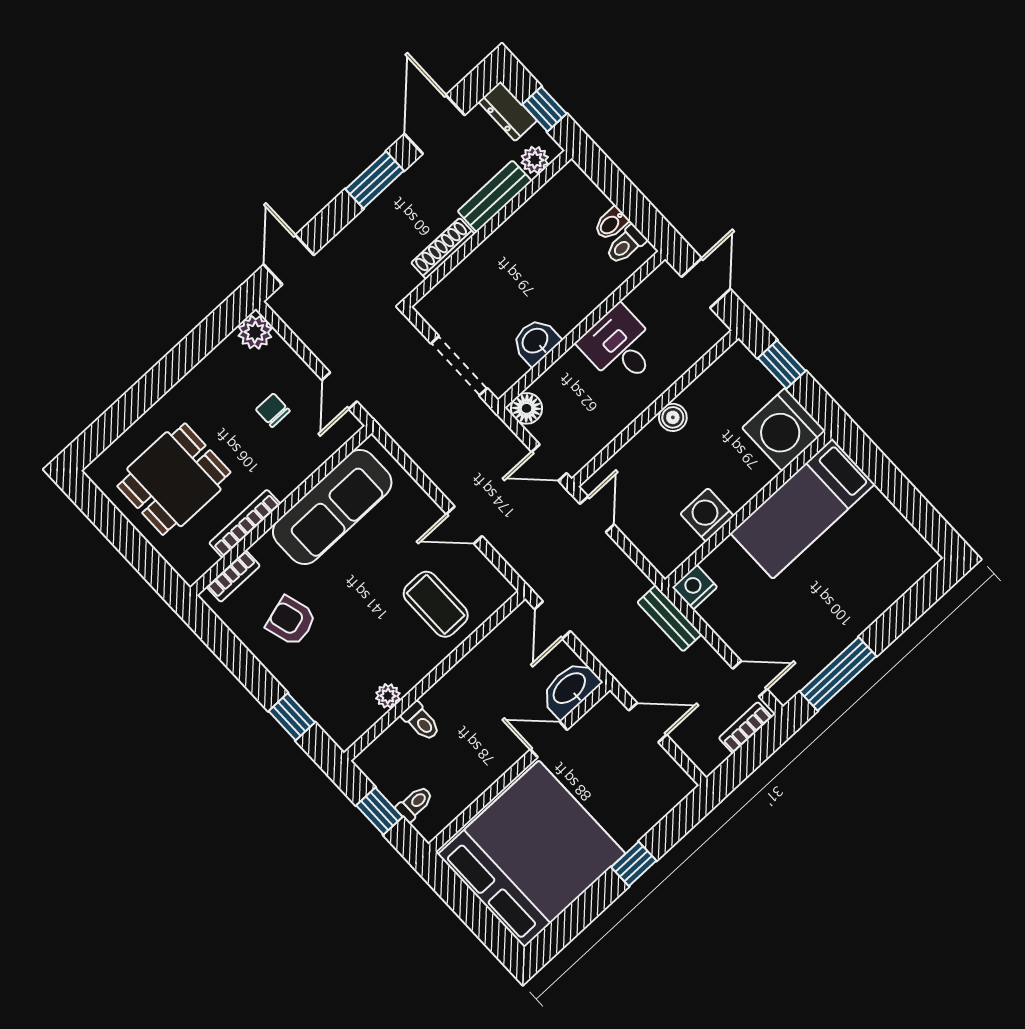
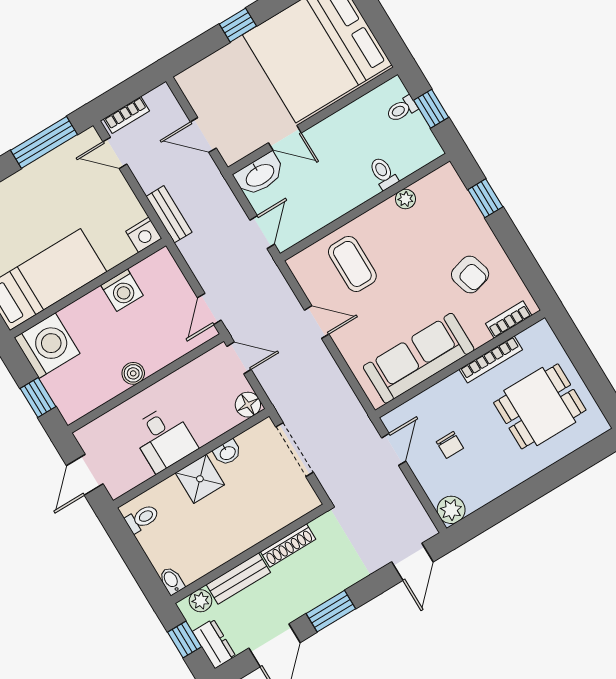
bidet: (611, 224) -> (172, 581), moved, turned -90
shower: (566, 307) -> (200, 479), added
washbasin: (536, 341) -> (227, 453), width x0.72, depth x0.69

